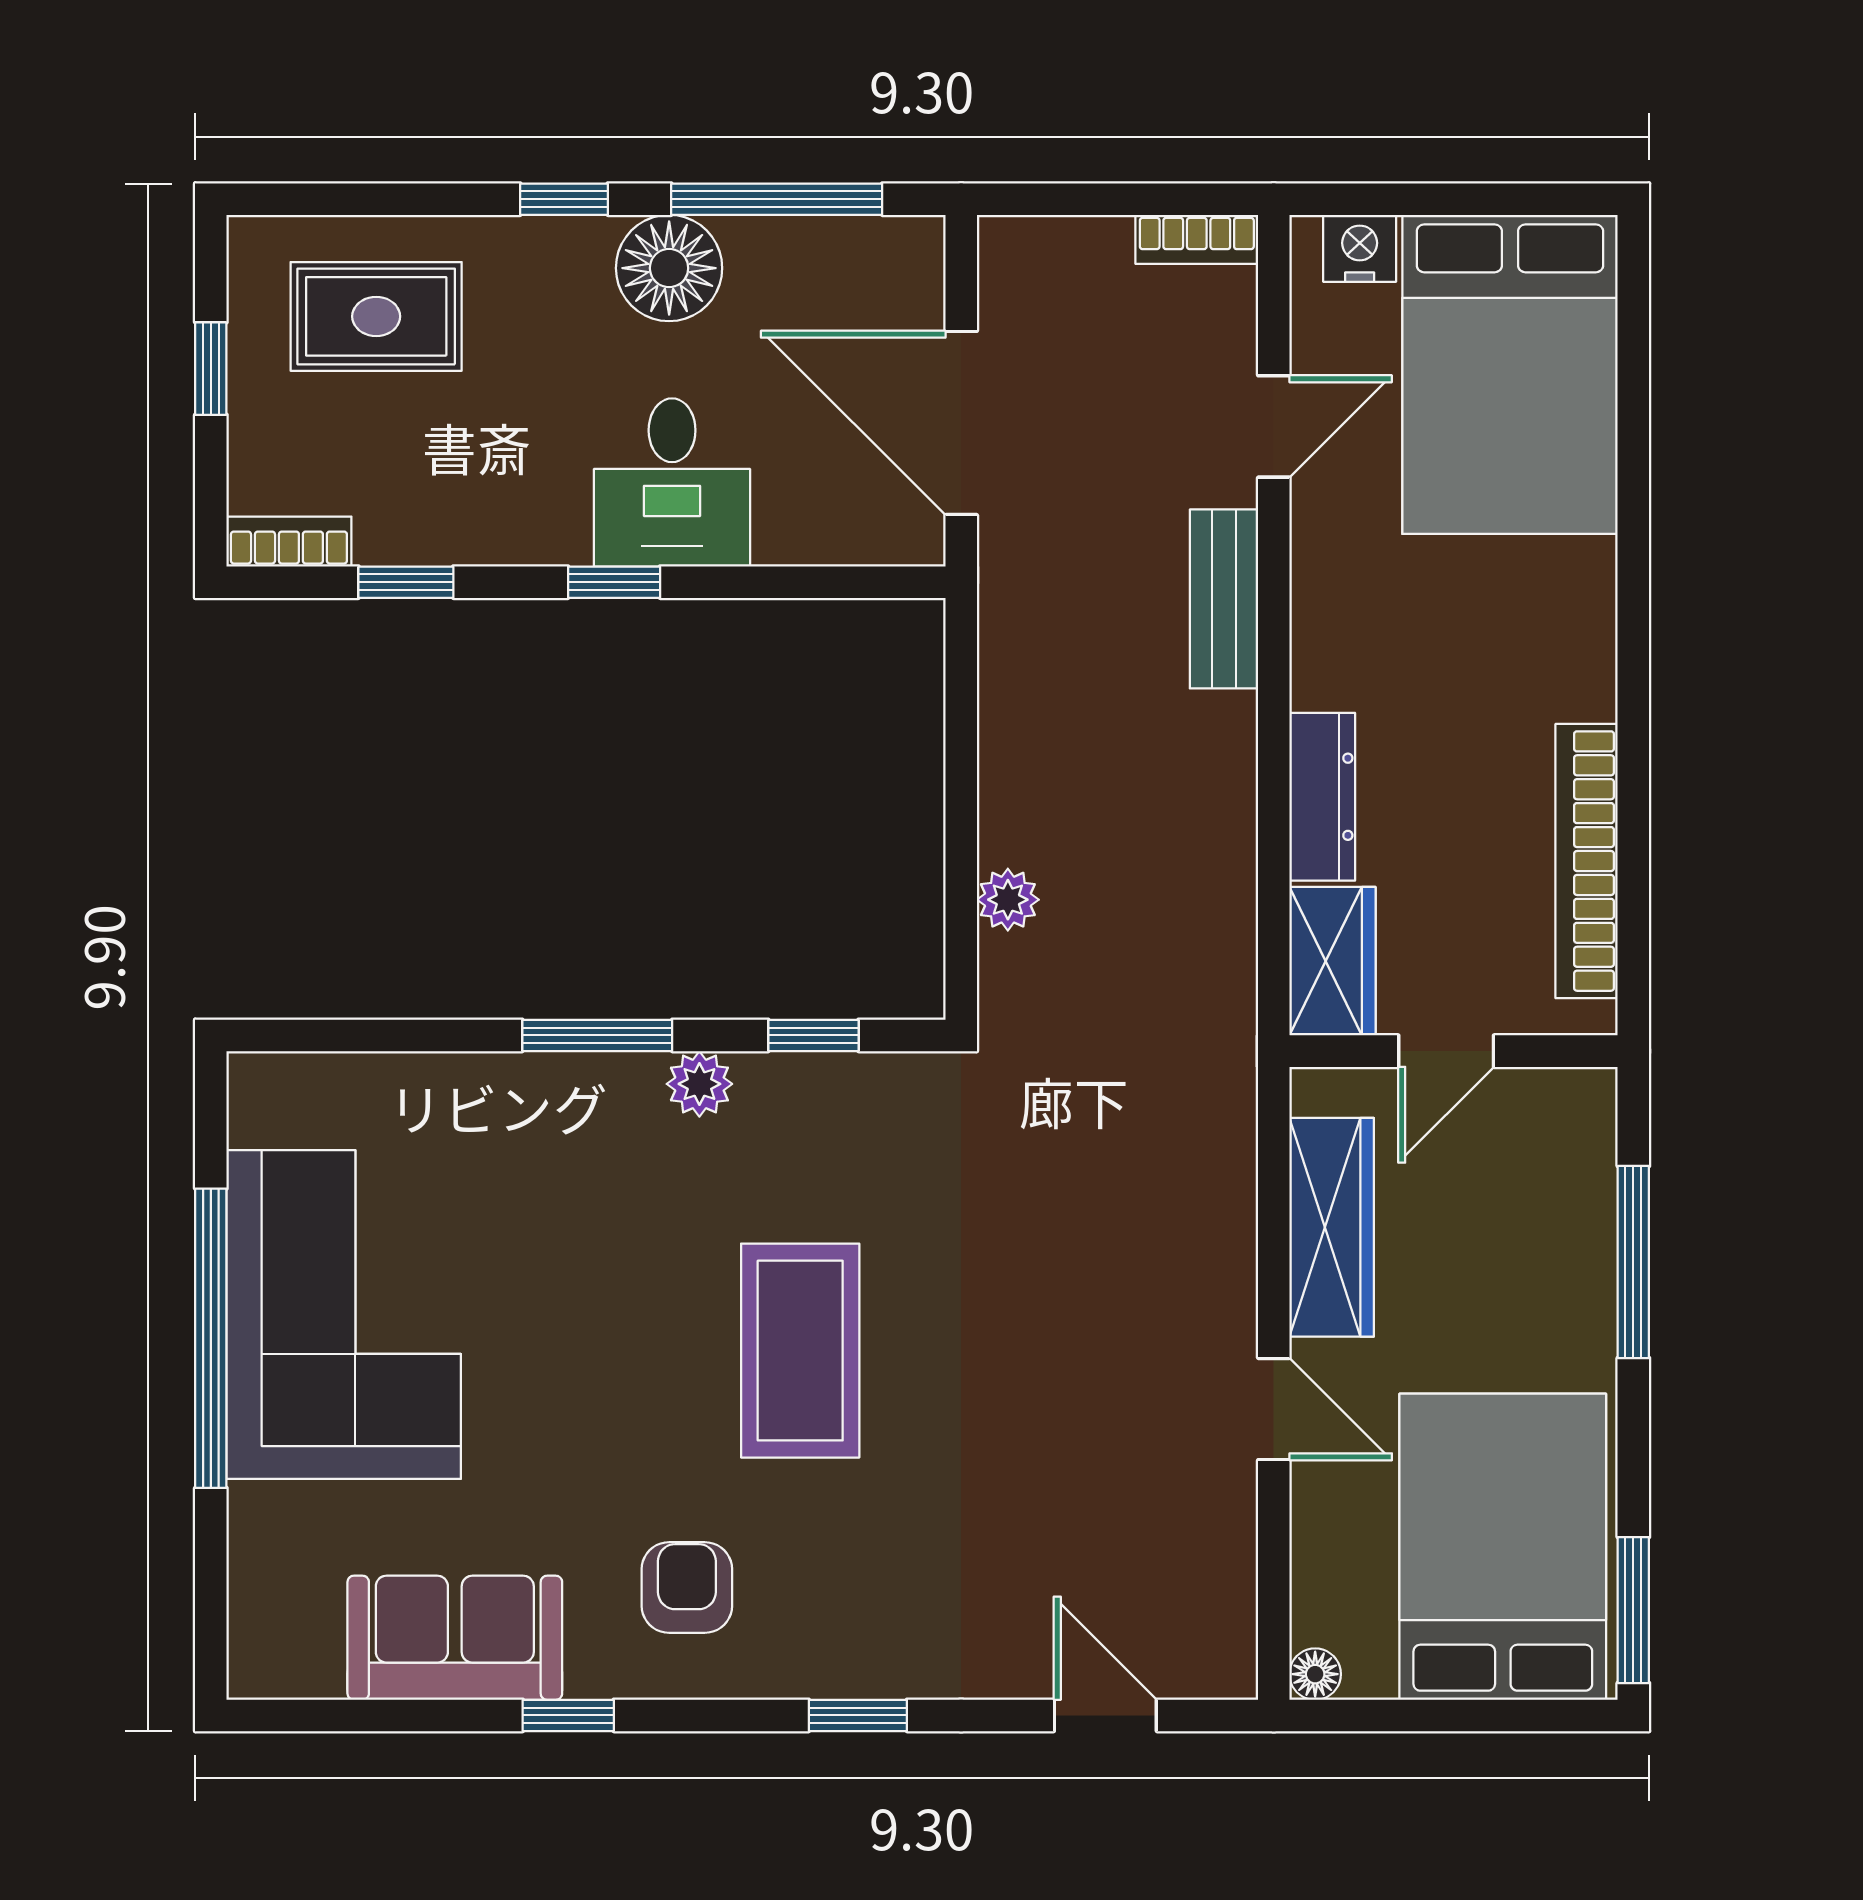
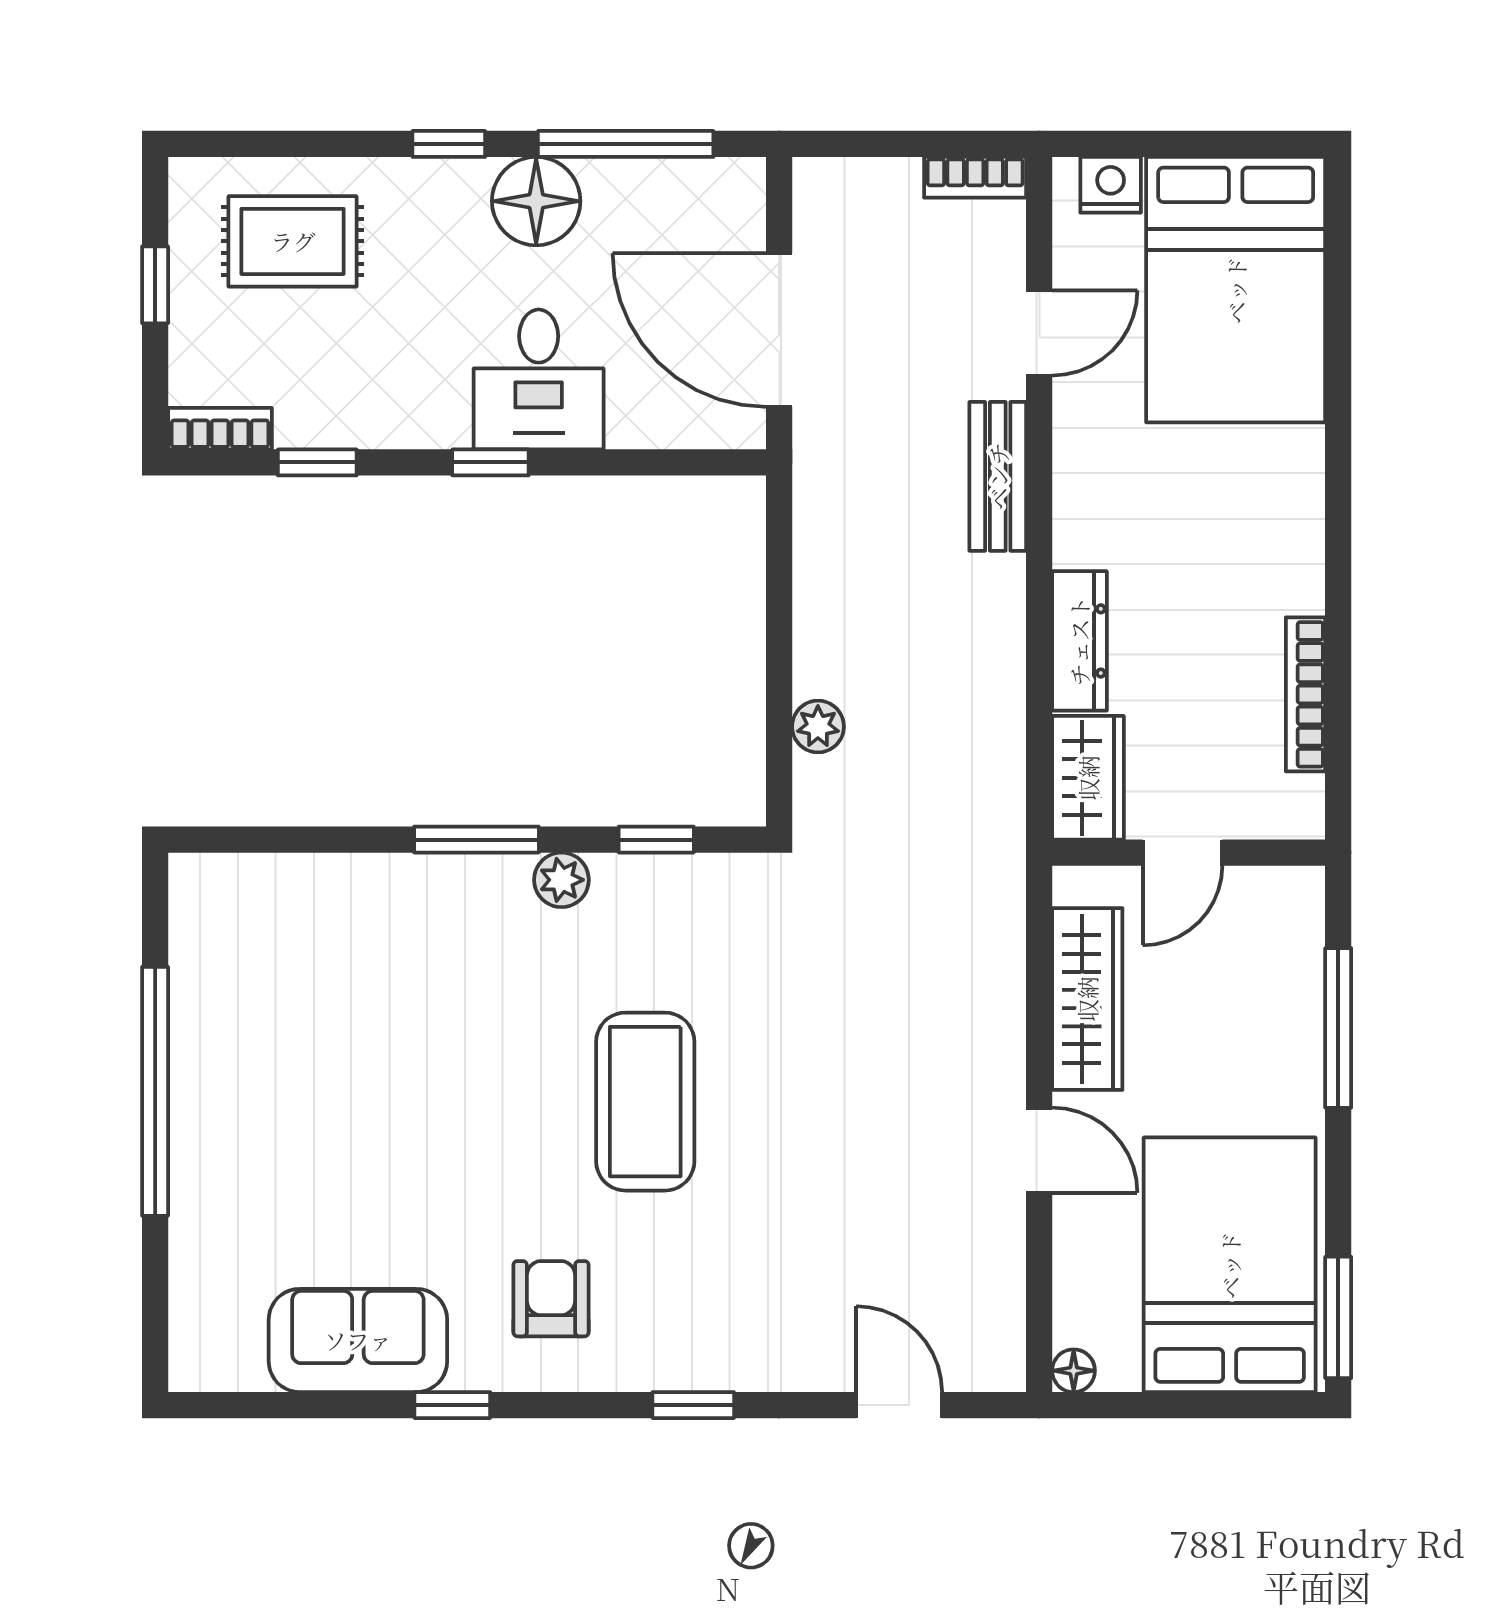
bookcase: (1587, 861) -> (1305, 694), width x0.68, depth x0.76
corner sofa: (344, 1315) -> (266, 1072), removed

